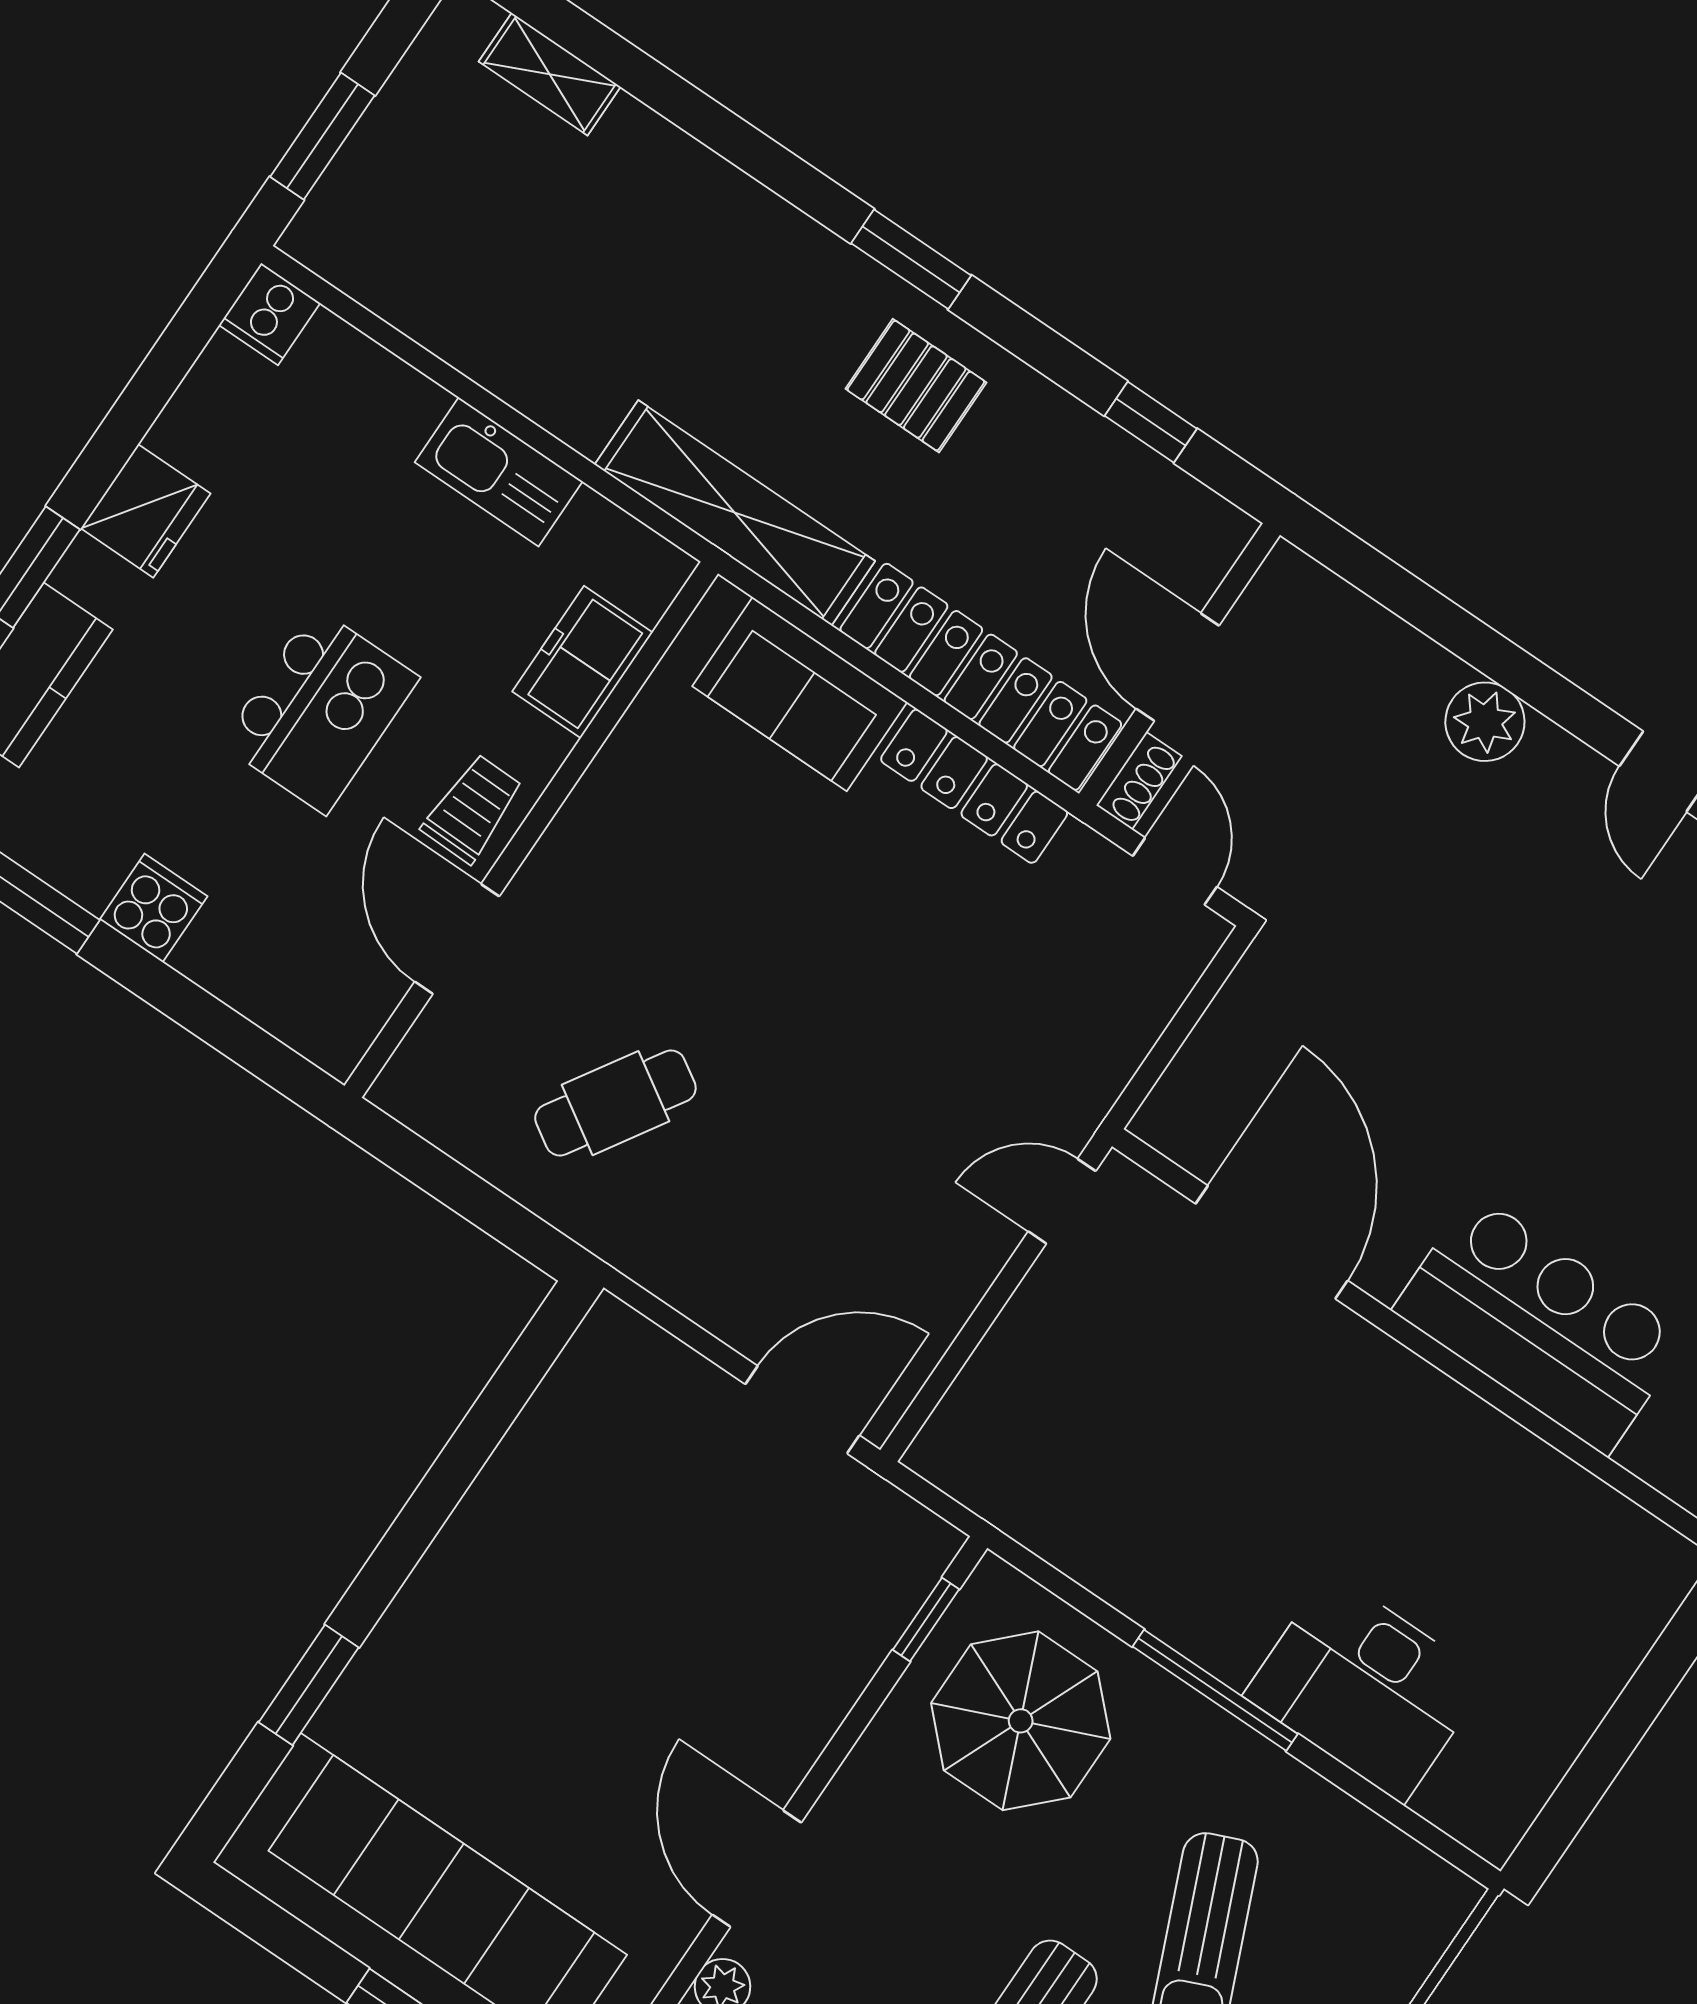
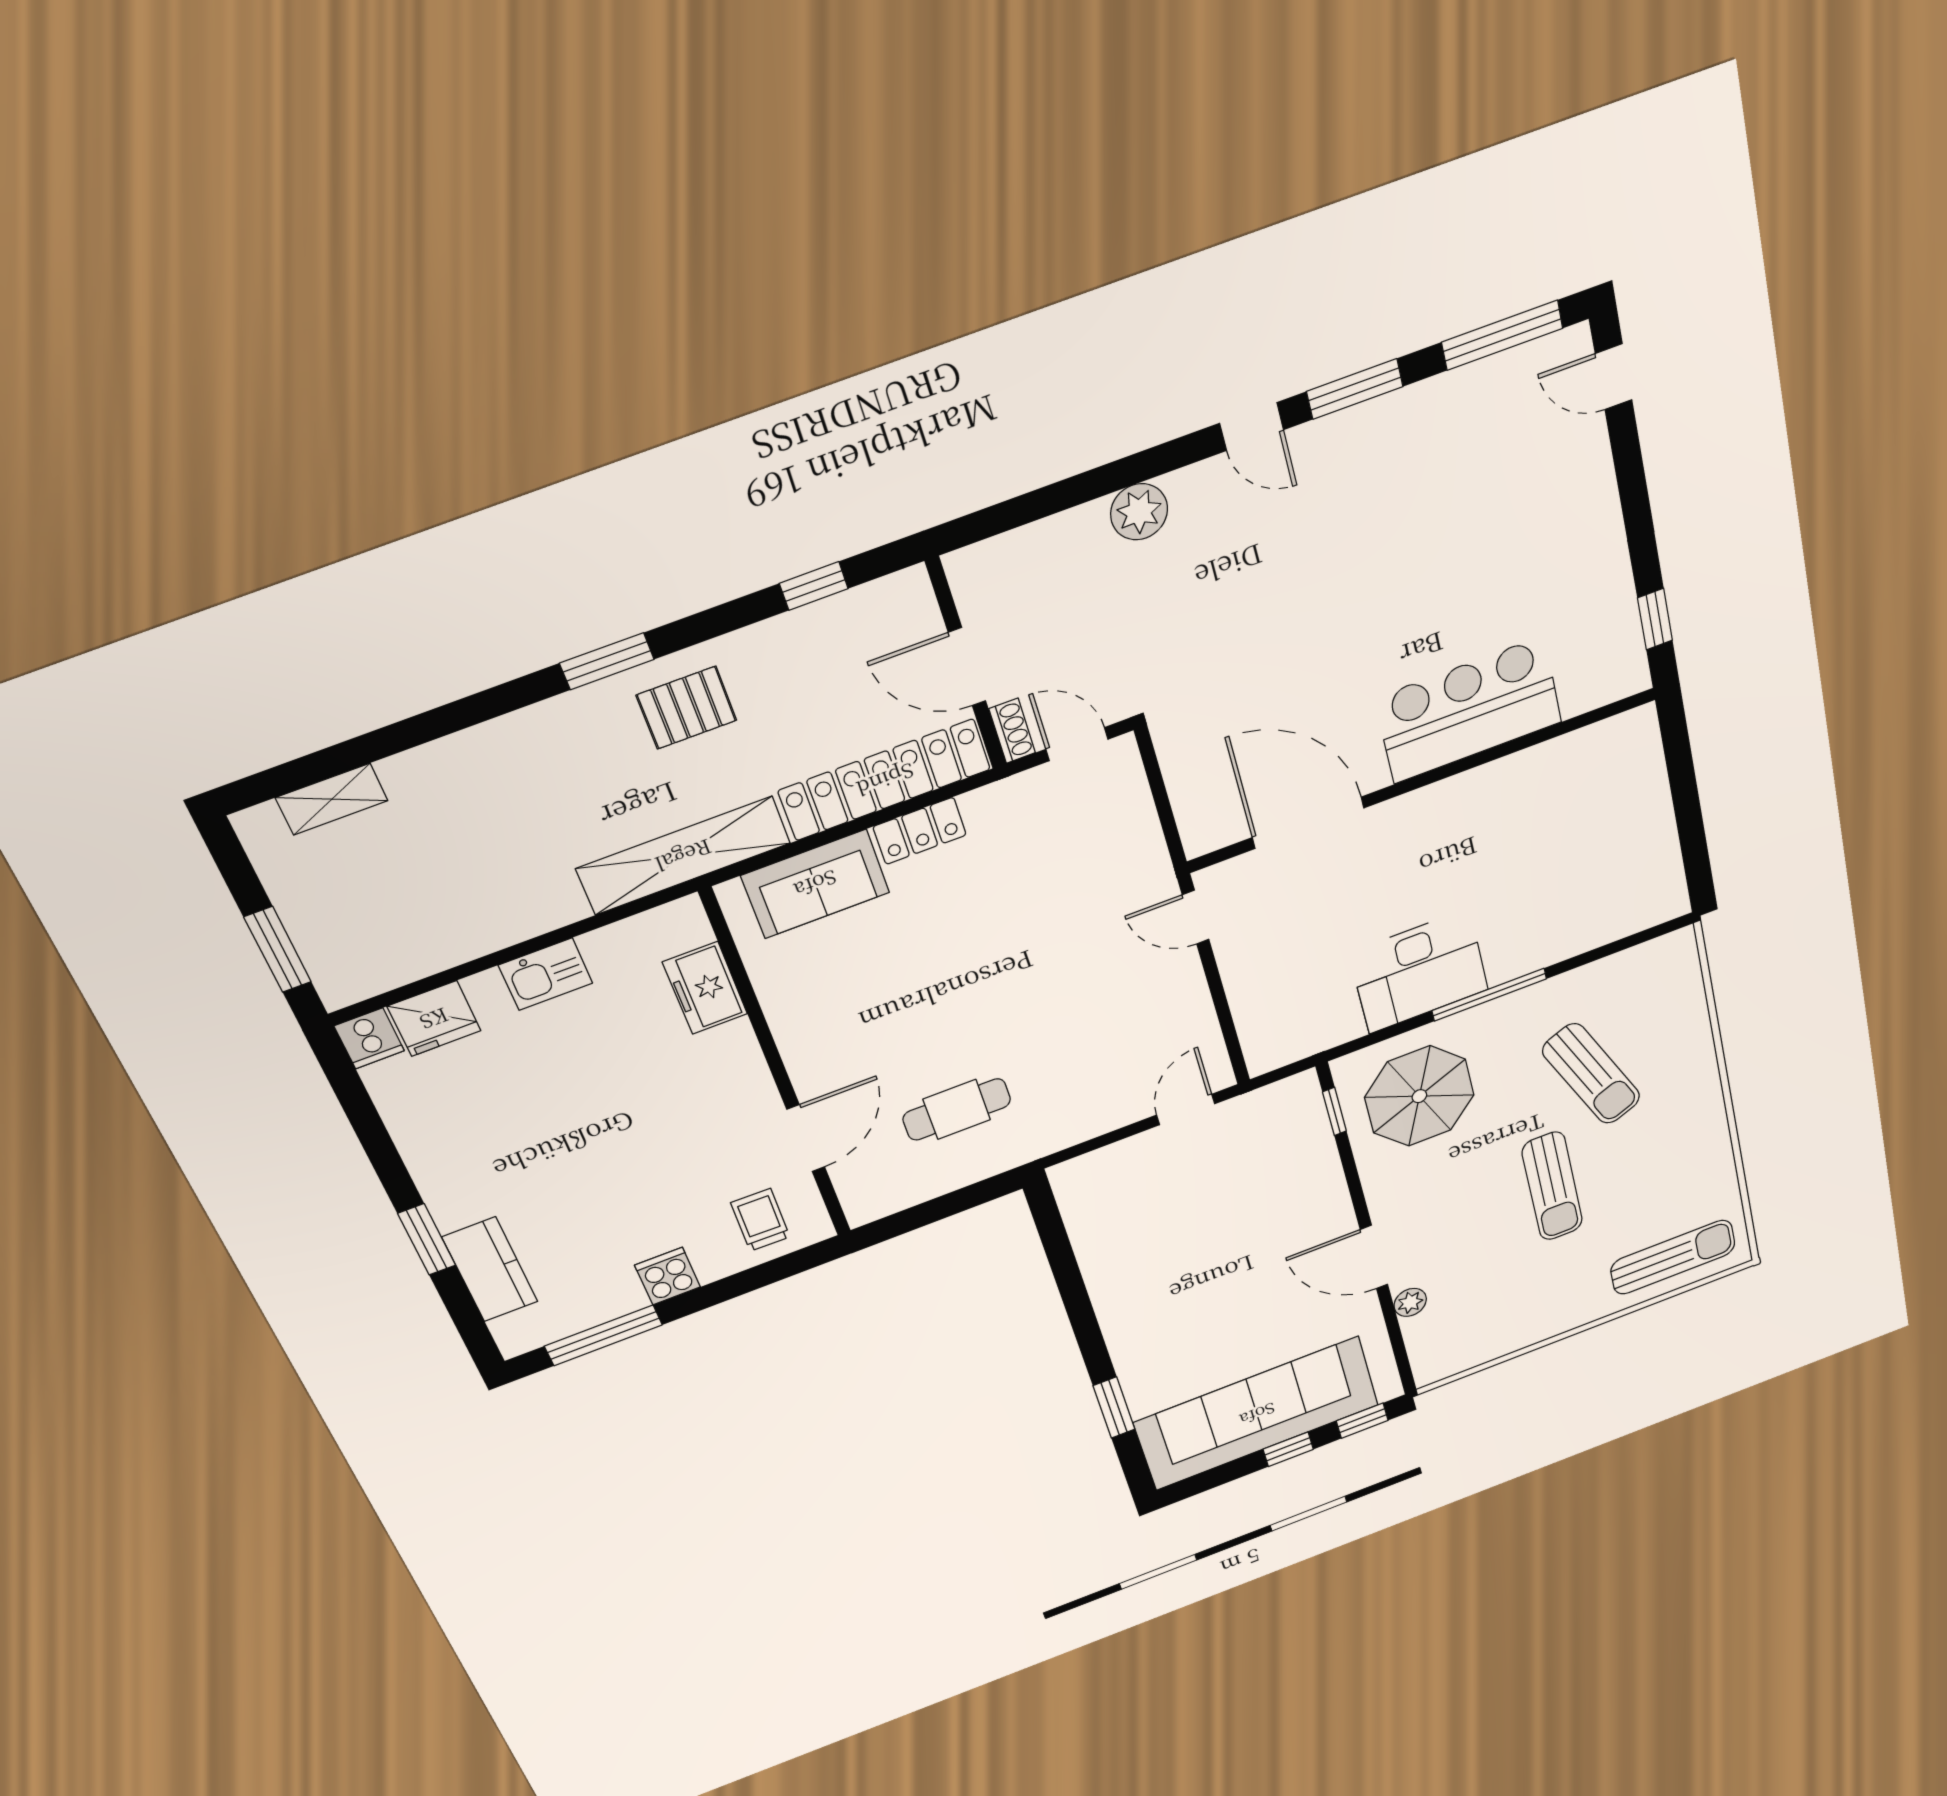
kitchen sink: (499, 472) -> (546, 974), width x0.73
fridge: (146, 511) -> (434, 1019), moved, turned 90
kitchen island: (320, 711) -> (625, 1138), removed
locker: (974, 786) -> (920, 831), width x0.66
trolley: (473, 808) -> (760, 1220), moved
door: (457, 939) -> (806, 1138), swing flipped
cafe table: (615, 1103) -> (957, 1109), turned 58
door: (1062, 1201) -> (1196, 917), hinge flipped
door: (802, 1410) -> (1186, 1109), width x0.73
desk: (1366, 1687) -> (1419, 971), moved

